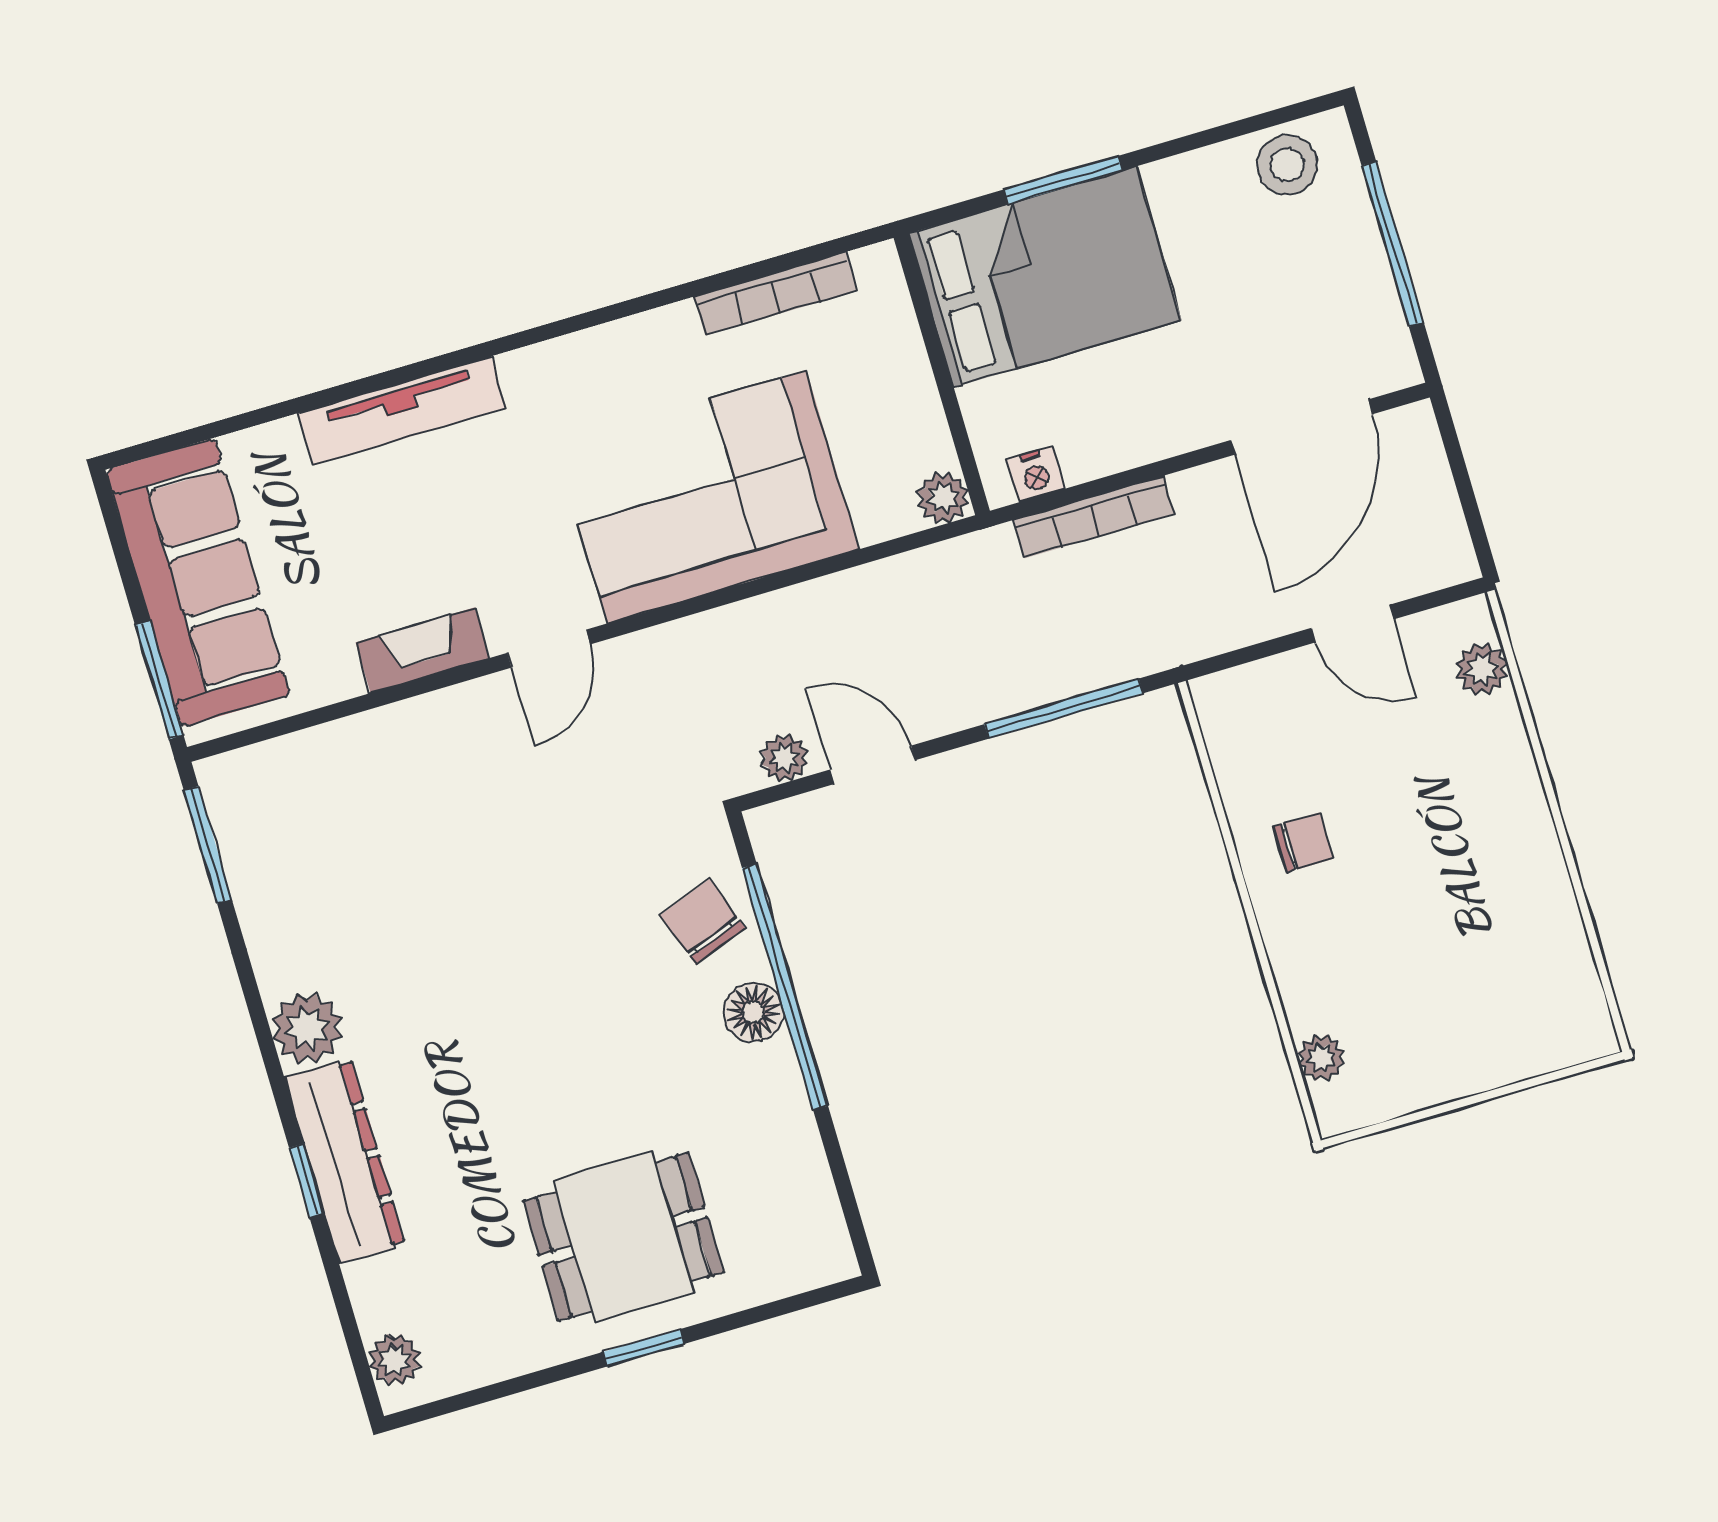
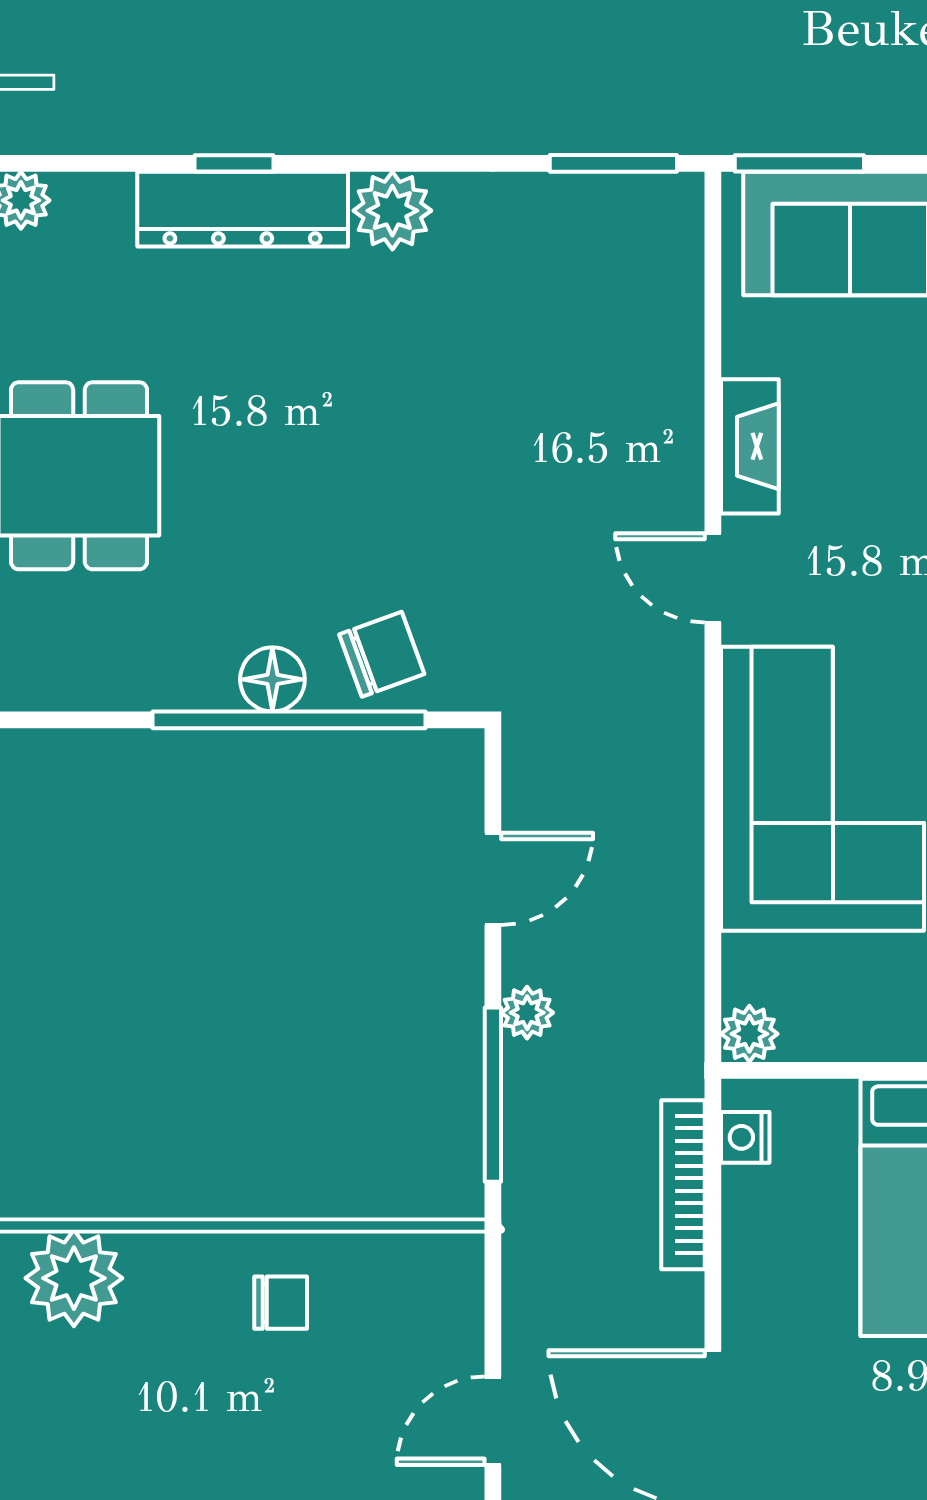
plant: (784, 758) -> (527, 1013), moved
chair: (1303, 843) -> (281, 1303), turned -90
plant: (1321, 1058) -> (74, 1278), width x1.88, depth x1.88

